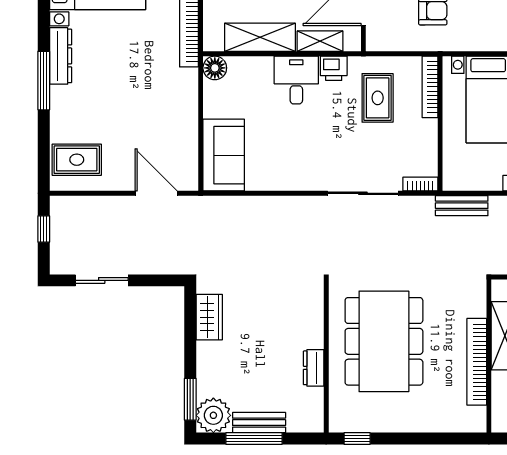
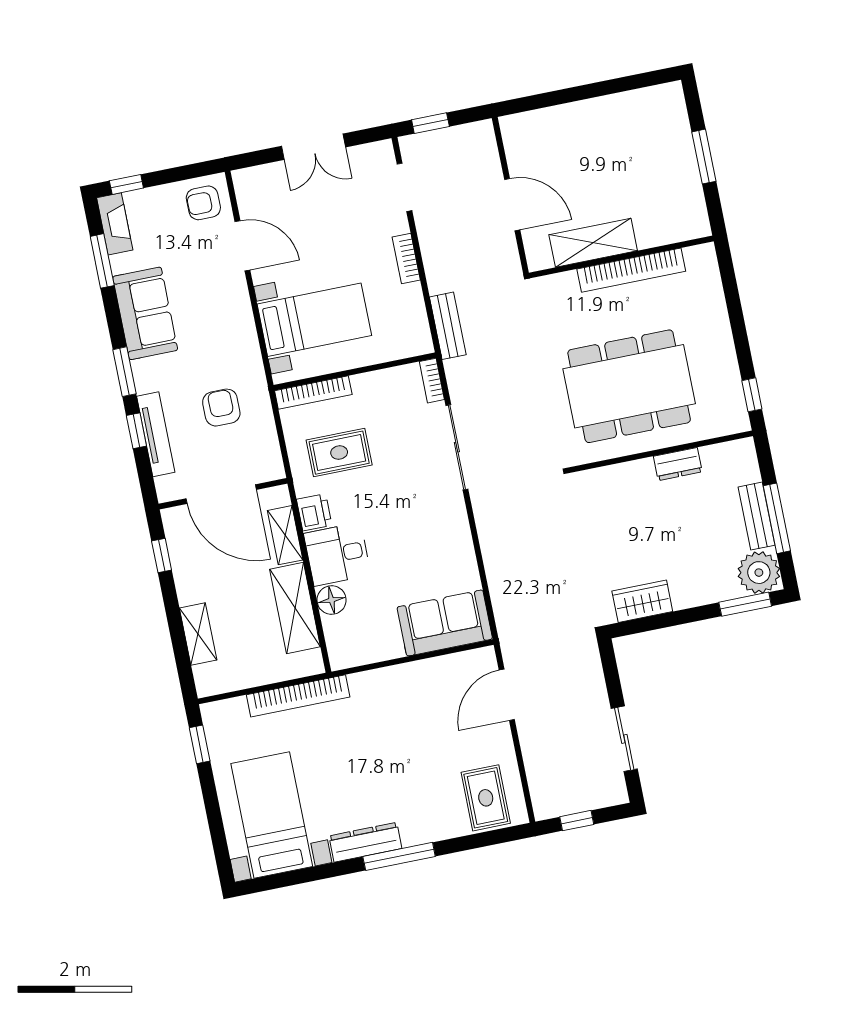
floor lamp: (215, 68) -> (332, 600), moved

